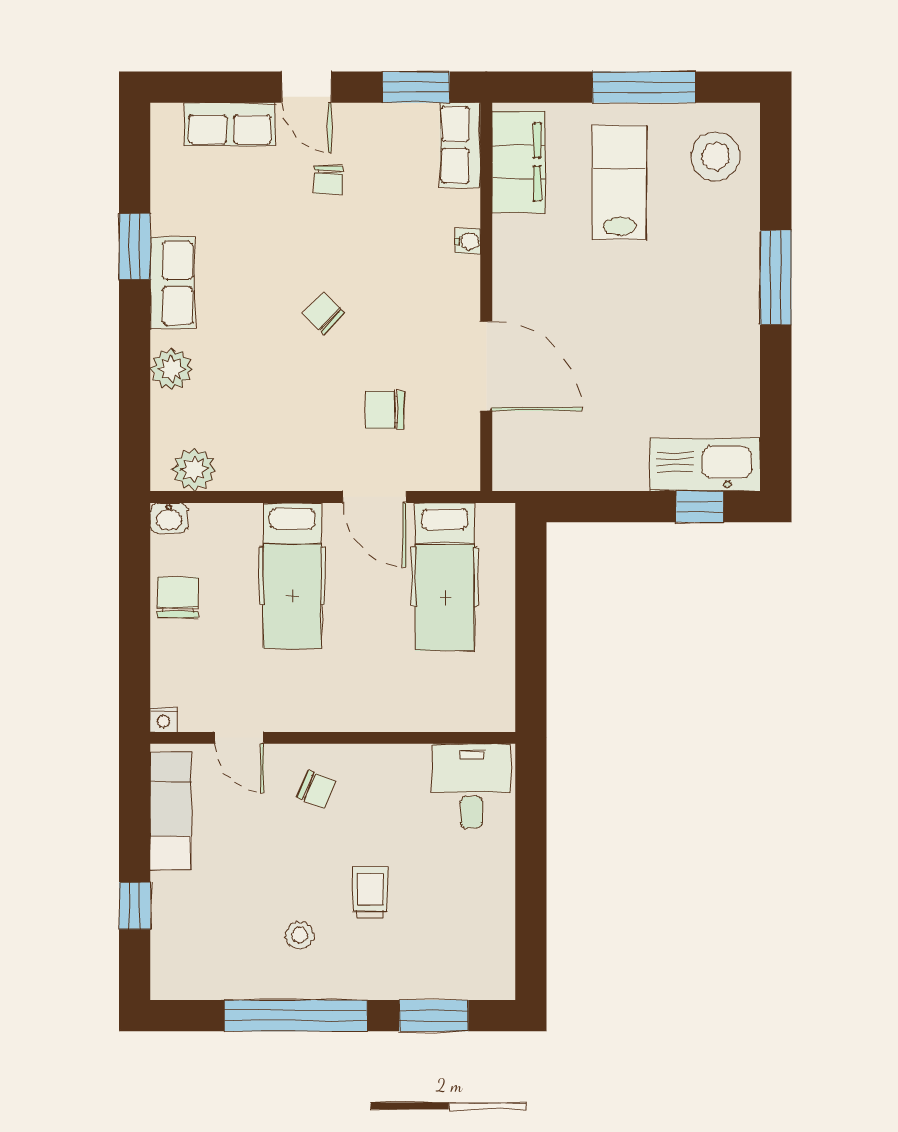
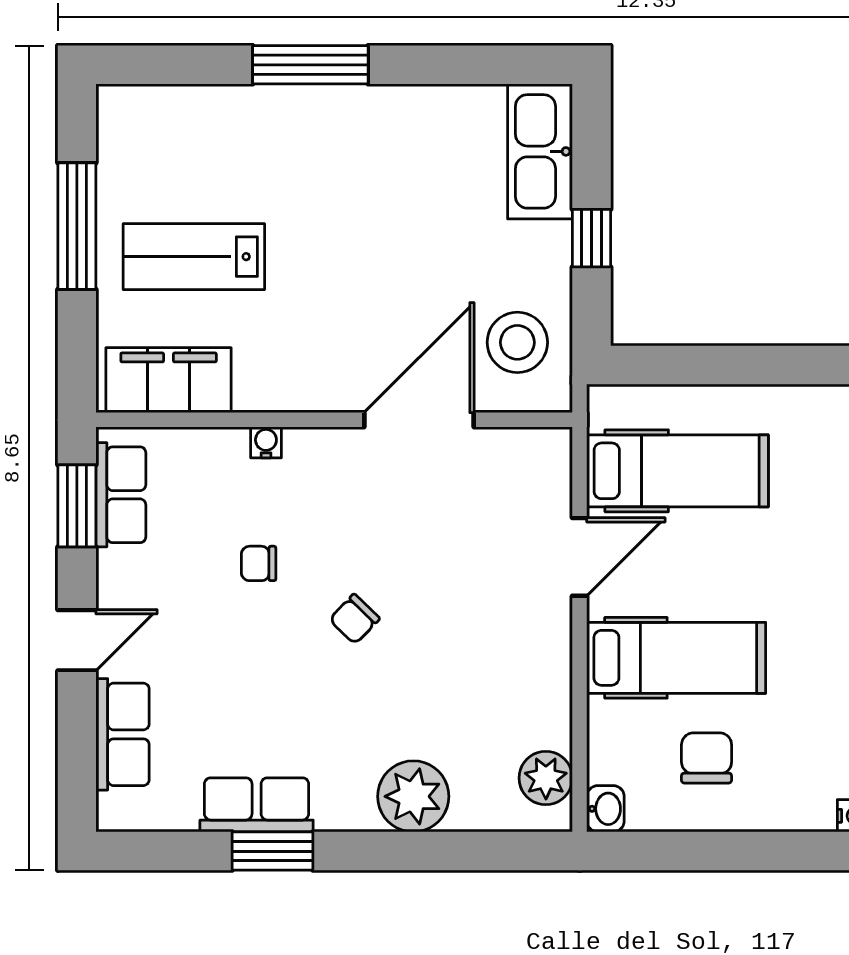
row of seats: (460, 145) -> (121, 495), moved, turned -90
stool: (716, 156) -> (517, 342), moved
chair: (329, 180) -> (259, 563), moved, turned 180
row of seats: (172, 283) -> (257, 805), moved
plant: (171, 369) -> (413, 796), width x1.36, depth x1.36
chair: (385, 410) -> (473, 544), removed
window: (700, 507) -> (592, 238), moved
chair: (178, 597) -> (707, 758), moved, turned 90

